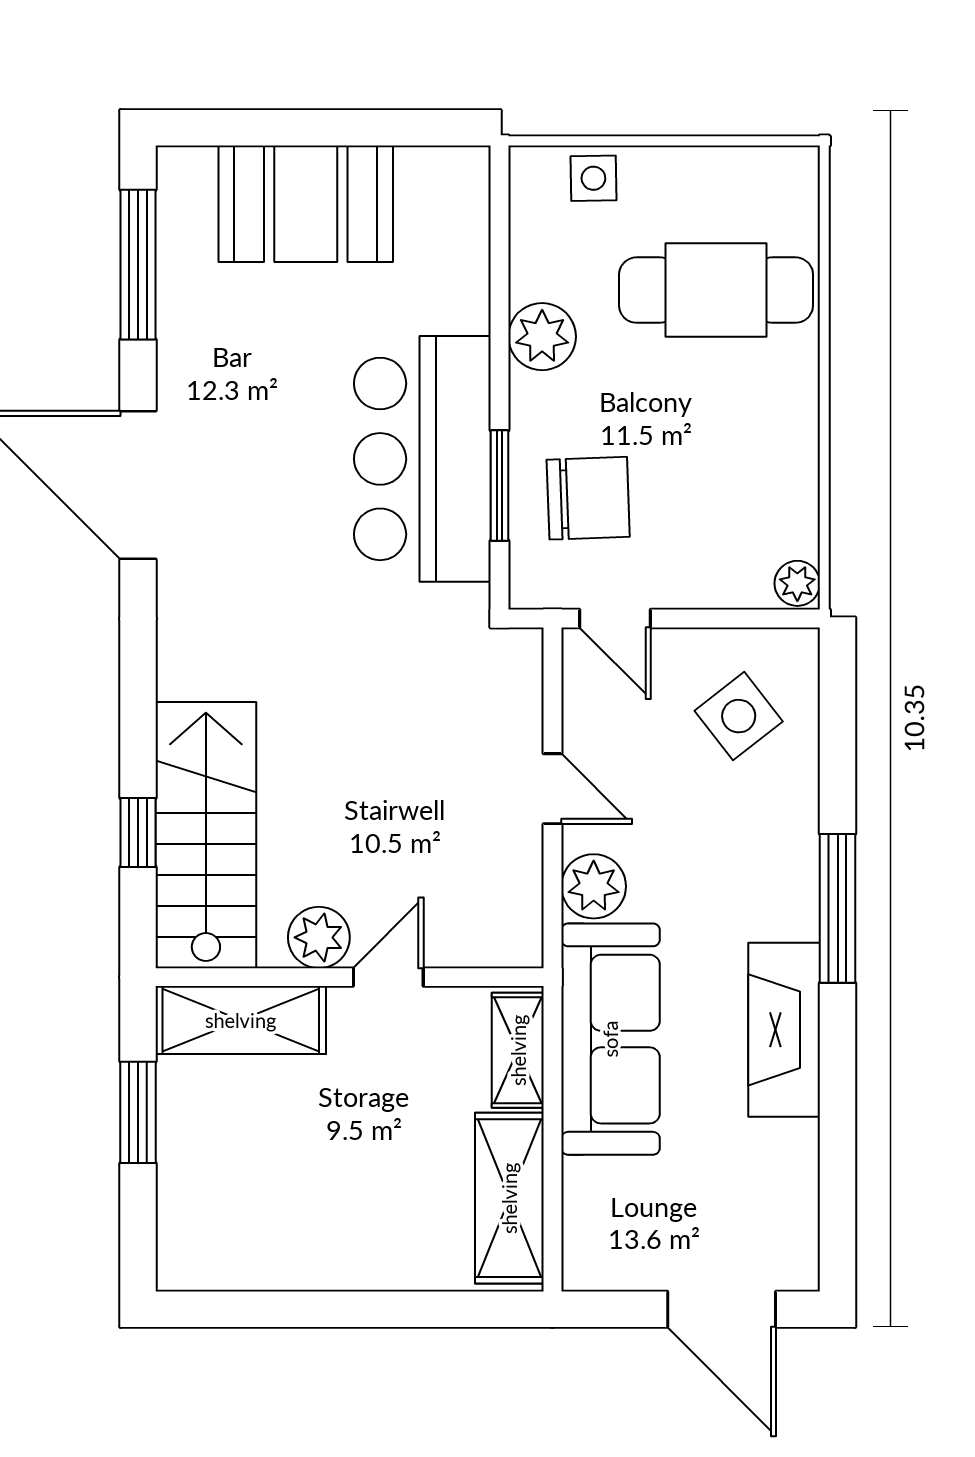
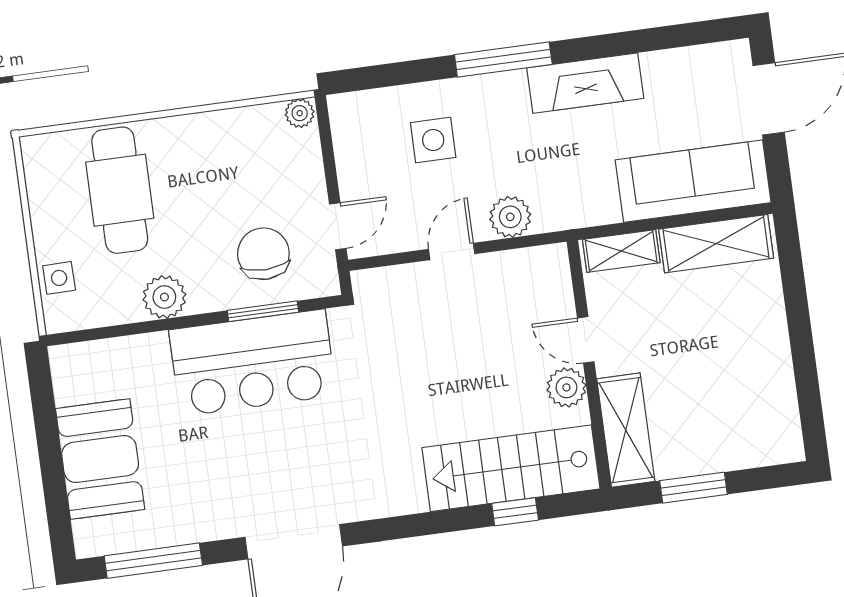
side table: (739, 716) -> (433, 140), moved, turned 38
sofa: (610, 1039) -> (693, 181), moved

